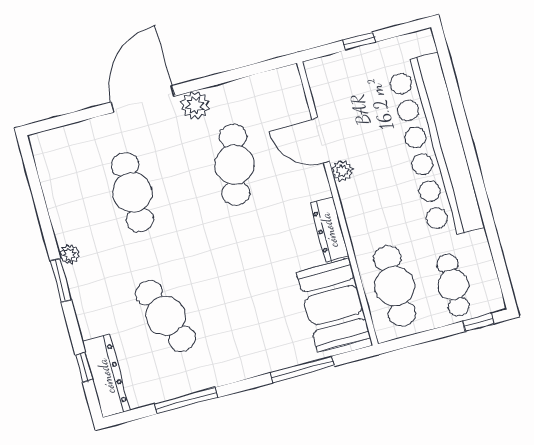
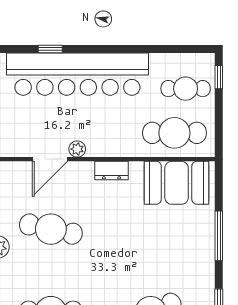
window: (457, 104) -> (50, 49), added
dresser: (329, 230) -> (111, 171), width x0.70
window: (302, 369) -> (219, 236), moved

